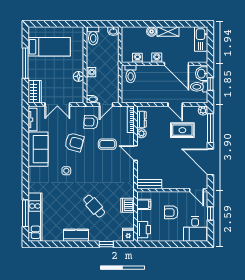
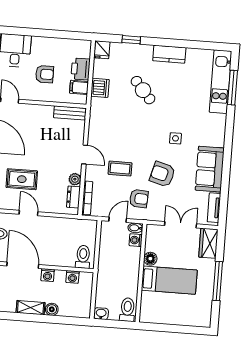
bed: (49, 47) -> (169, 280), moved, turned 180
washing machine: (91, 72) -> (136, 240), moved
printer: (144, 230) -> (81, 69), moved

